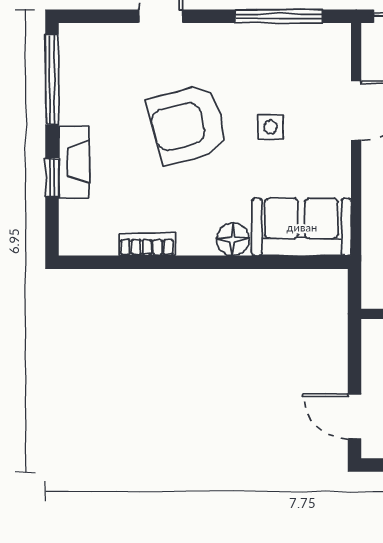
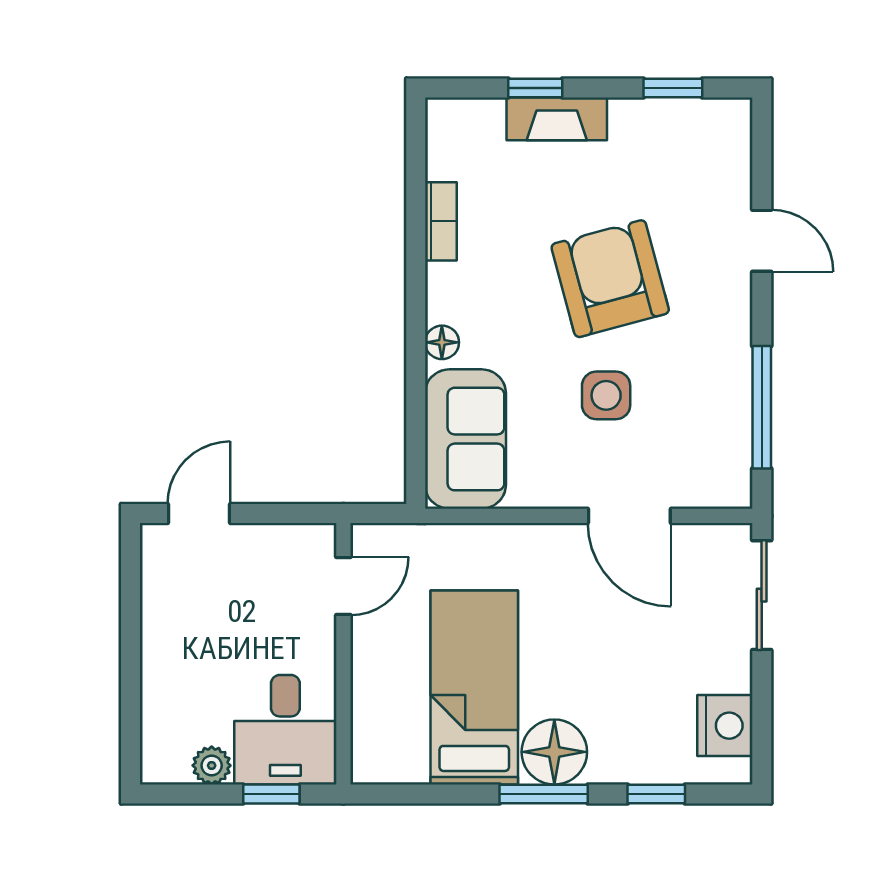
window: (52, 79) -> (673, 88), width x0.46
side table: (271, 127) -> (606, 395), width x1.37, depth x1.37
floor lamp: (233, 239) -> (442, 342), width x0.73, depth x0.73

